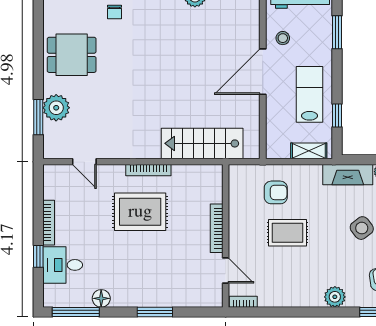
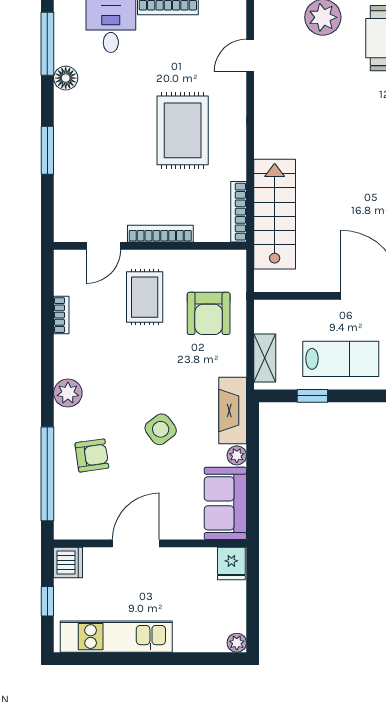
bookcase: (148, 170) -> (239, 212), moved
armchair: (276, 192) -> (209, 313), width x1.38, depth x1.38
rug: (287, 233) -> (145, 297), moved
bookcase: (243, 302) -> (61, 315), moved

